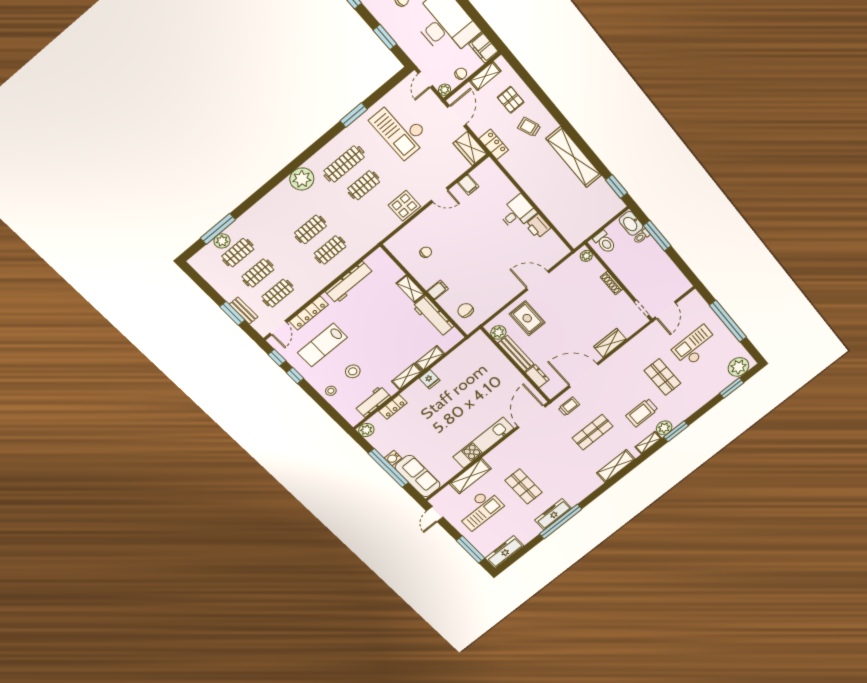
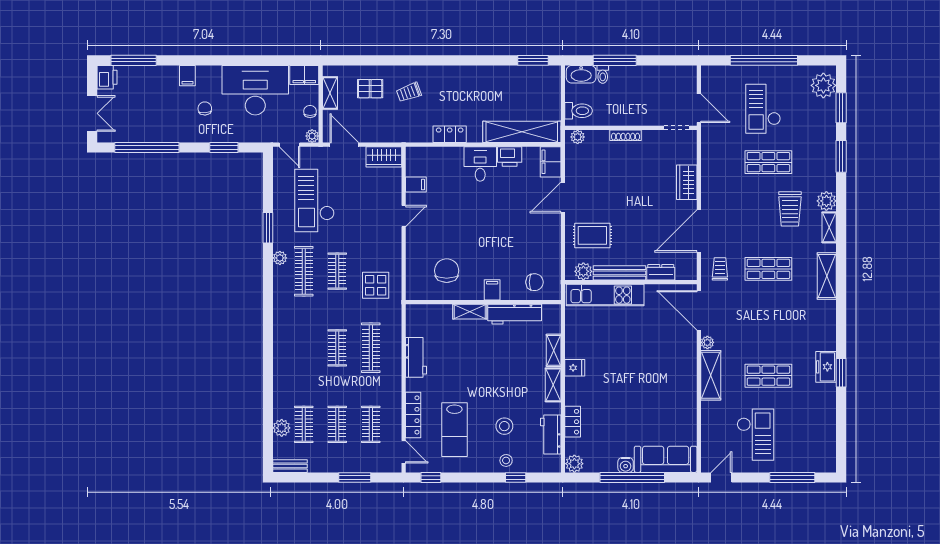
checkout: (400, 129) -> (314, 200), turned 90
locker: (494, 144) -> (450, 134), moved
shelving: (574, 157) -> (522, 132), moved
plant: (302, 179) -> (280, 258), moved, width x0.53, depth x0.53
display table: (404, 206) -> (376, 285), moved
window: (218, 229) -> (268, 422), removed
clothes rail: (330, 250) -> (371, 348), width x1.36
chair: (426, 252) -> (447, 271), width x1.87, depth x1.87
filing cabinet: (556, 254) -> (551, 162), added
workbench: (349, 282) -> (416, 357), width x0.73
chair: (465, 310) -> (534, 282), turned 180
bench: (244, 311) -> (290, 466), moved
window: (295, 376) -> (516, 477), moved
window: (676, 431) -> (841, 156), moved
shop shelf: (593, 432) -> (768, 269), turned 90
plant: (515, 438) -> (707, 342), added
kitchen unit: (483, 443) -> (605, 295), moved, turned -90
shelving: (470, 476) -> (711, 375), moved
door: (435, 514) -> (721, 477), swing flipped
freezer: (553, 514) -> (826, 367), width x0.71
window: (561, 522) -> (841, 373), width x0.47
freezer: (504, 552) -> (825, 450), removed

